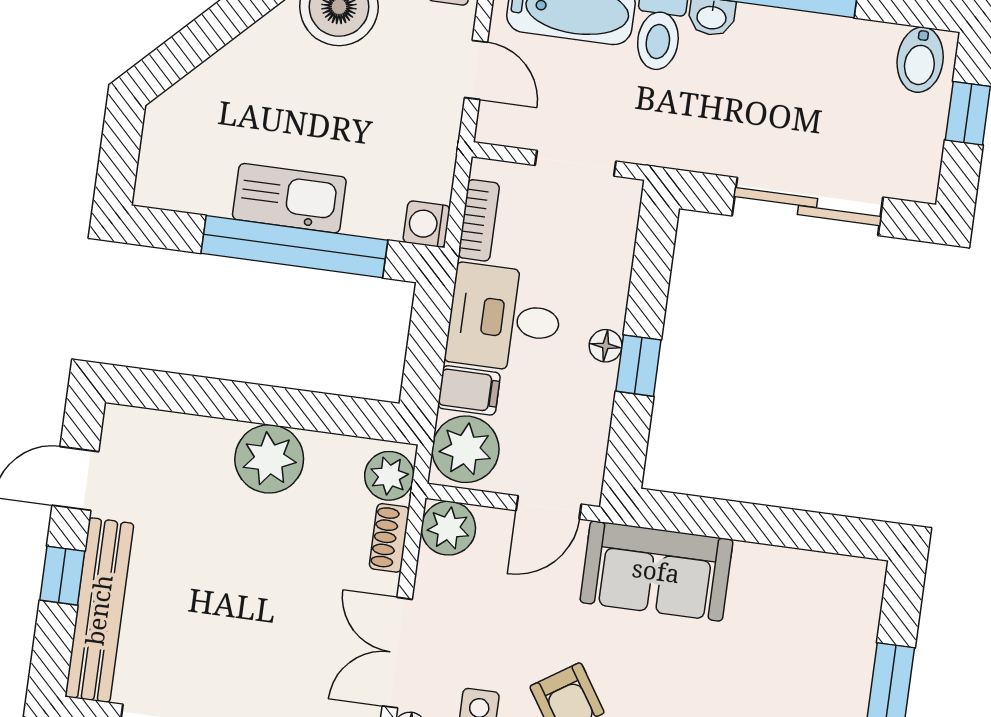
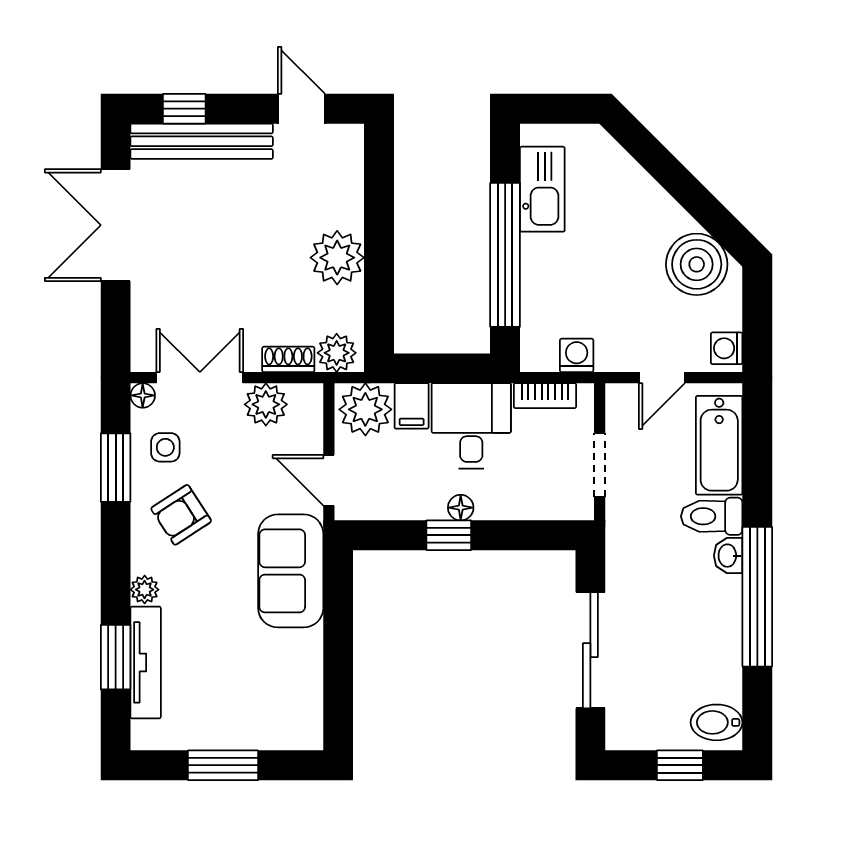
kitchen sink: (289, 198) -> (542, 189), moved
washing machine: (427, 224) -> (577, 355), moved
plant: (448, 528) -> (266, 404), moved
window: (62, 576) -> (184, 109), moved

